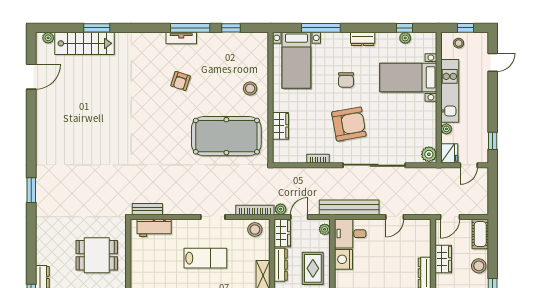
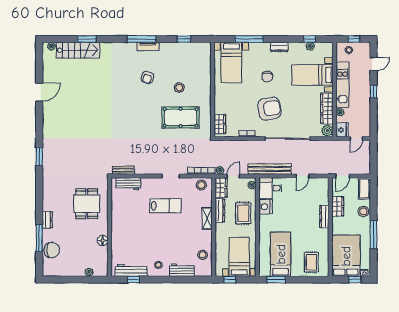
window: (190, 28) -> (141, 39), moved
door: (31, 77) -> (39, 92), moved
stool: (250, 88) -> (179, 88), moved
wardrobe: (428, 124) -> (327, 109), added
wardrobe: (280, 126) -> (220, 124), moved
pool table: (226, 136) -> (181, 117), width x0.73, depth x0.76
window: (493, 141) -> (373, 91), moved
dining table: (97, 255) -> (87, 204), turned 90

